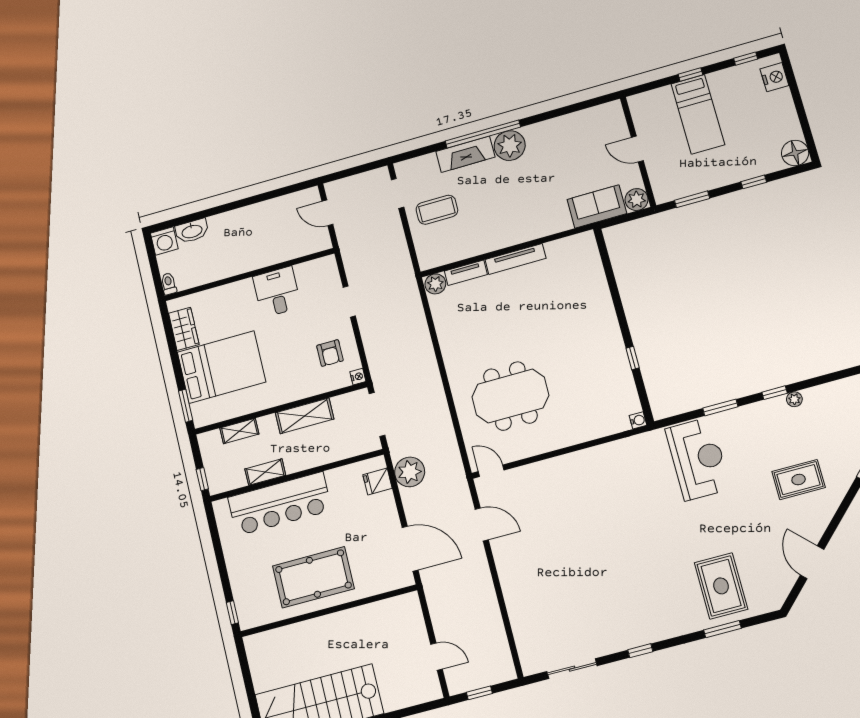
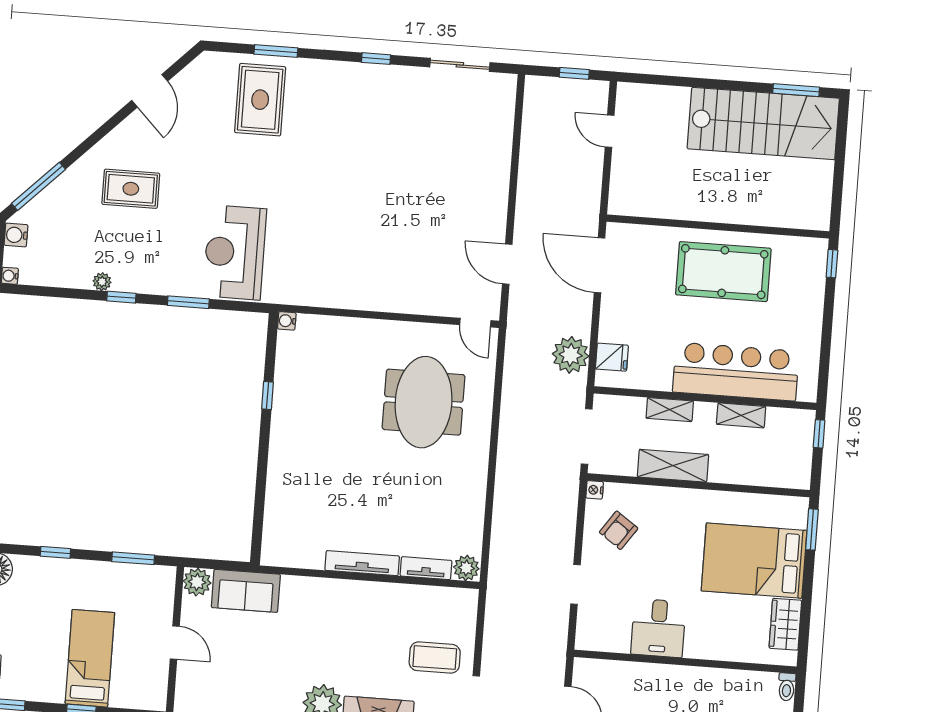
armchair: (330, 353) -> (619, 530), turned -145
meeting table: (510, 396) -> (424, 402), turned 90
shelving: (239, 431) -> (670, 410), moved

